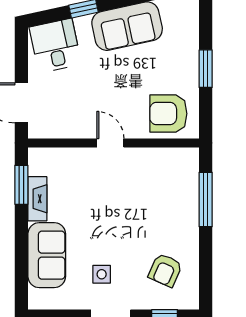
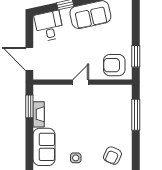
window: (206, 69) -> (136, 56), moved
door: (110, 143) -> (81, 82), hinge flipped

